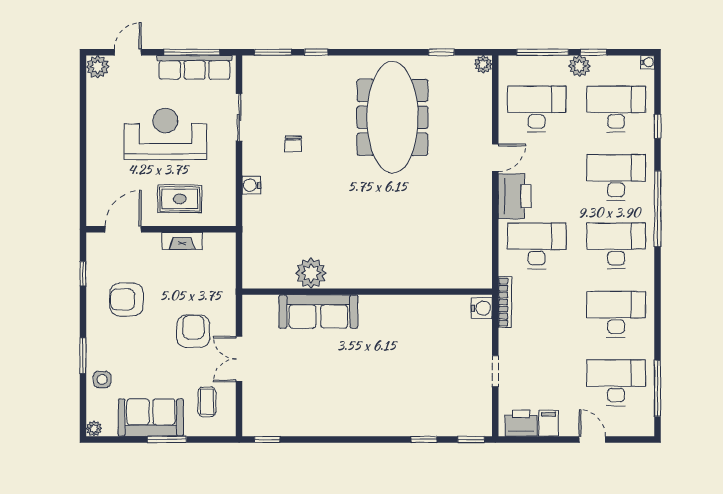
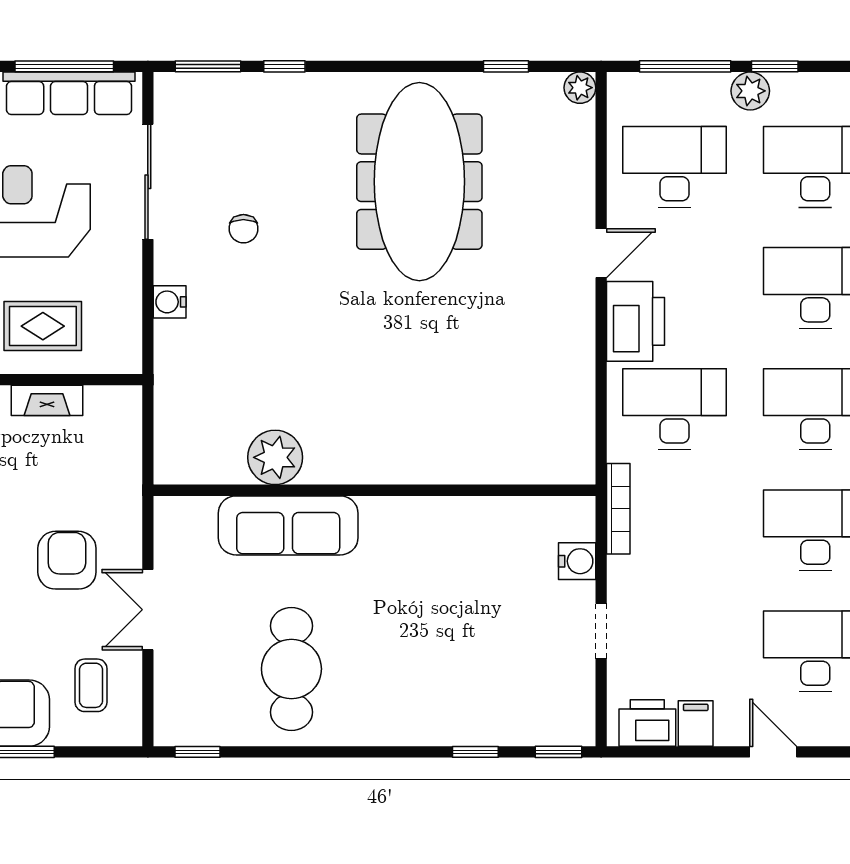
sliding door: (239, 117) -> (148, 182), width x1.37
water cooler: (482, 308) -> (577, 561), moved
cafe table: (320, 393) -> (291, 669), added

